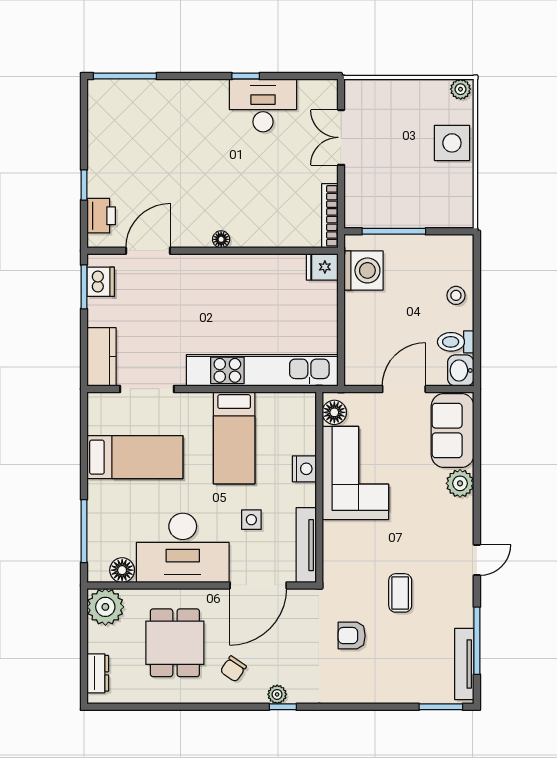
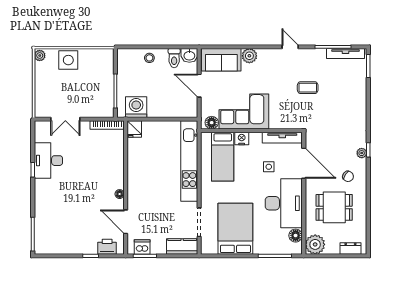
floor lamp: (221, 239) -> (120, 194), moved
bed: (234, 438) -> (223, 157), moved, turned 90
bed: (135, 457) -> (235, 229), width x1.50
armchair: (352, 636) -> (330, 113), removed

